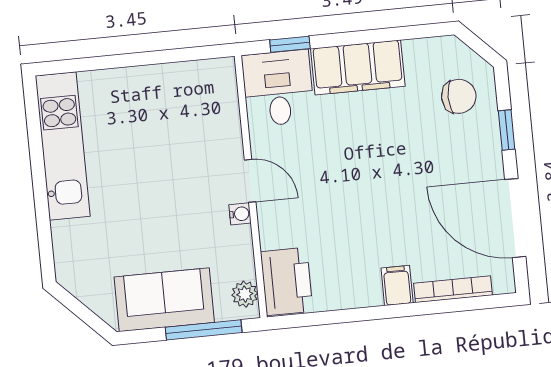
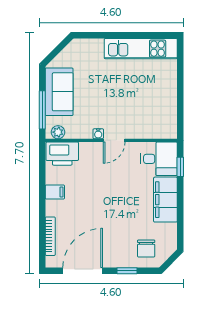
filing cabinet: (397, 285) -> (55, 192), moved

